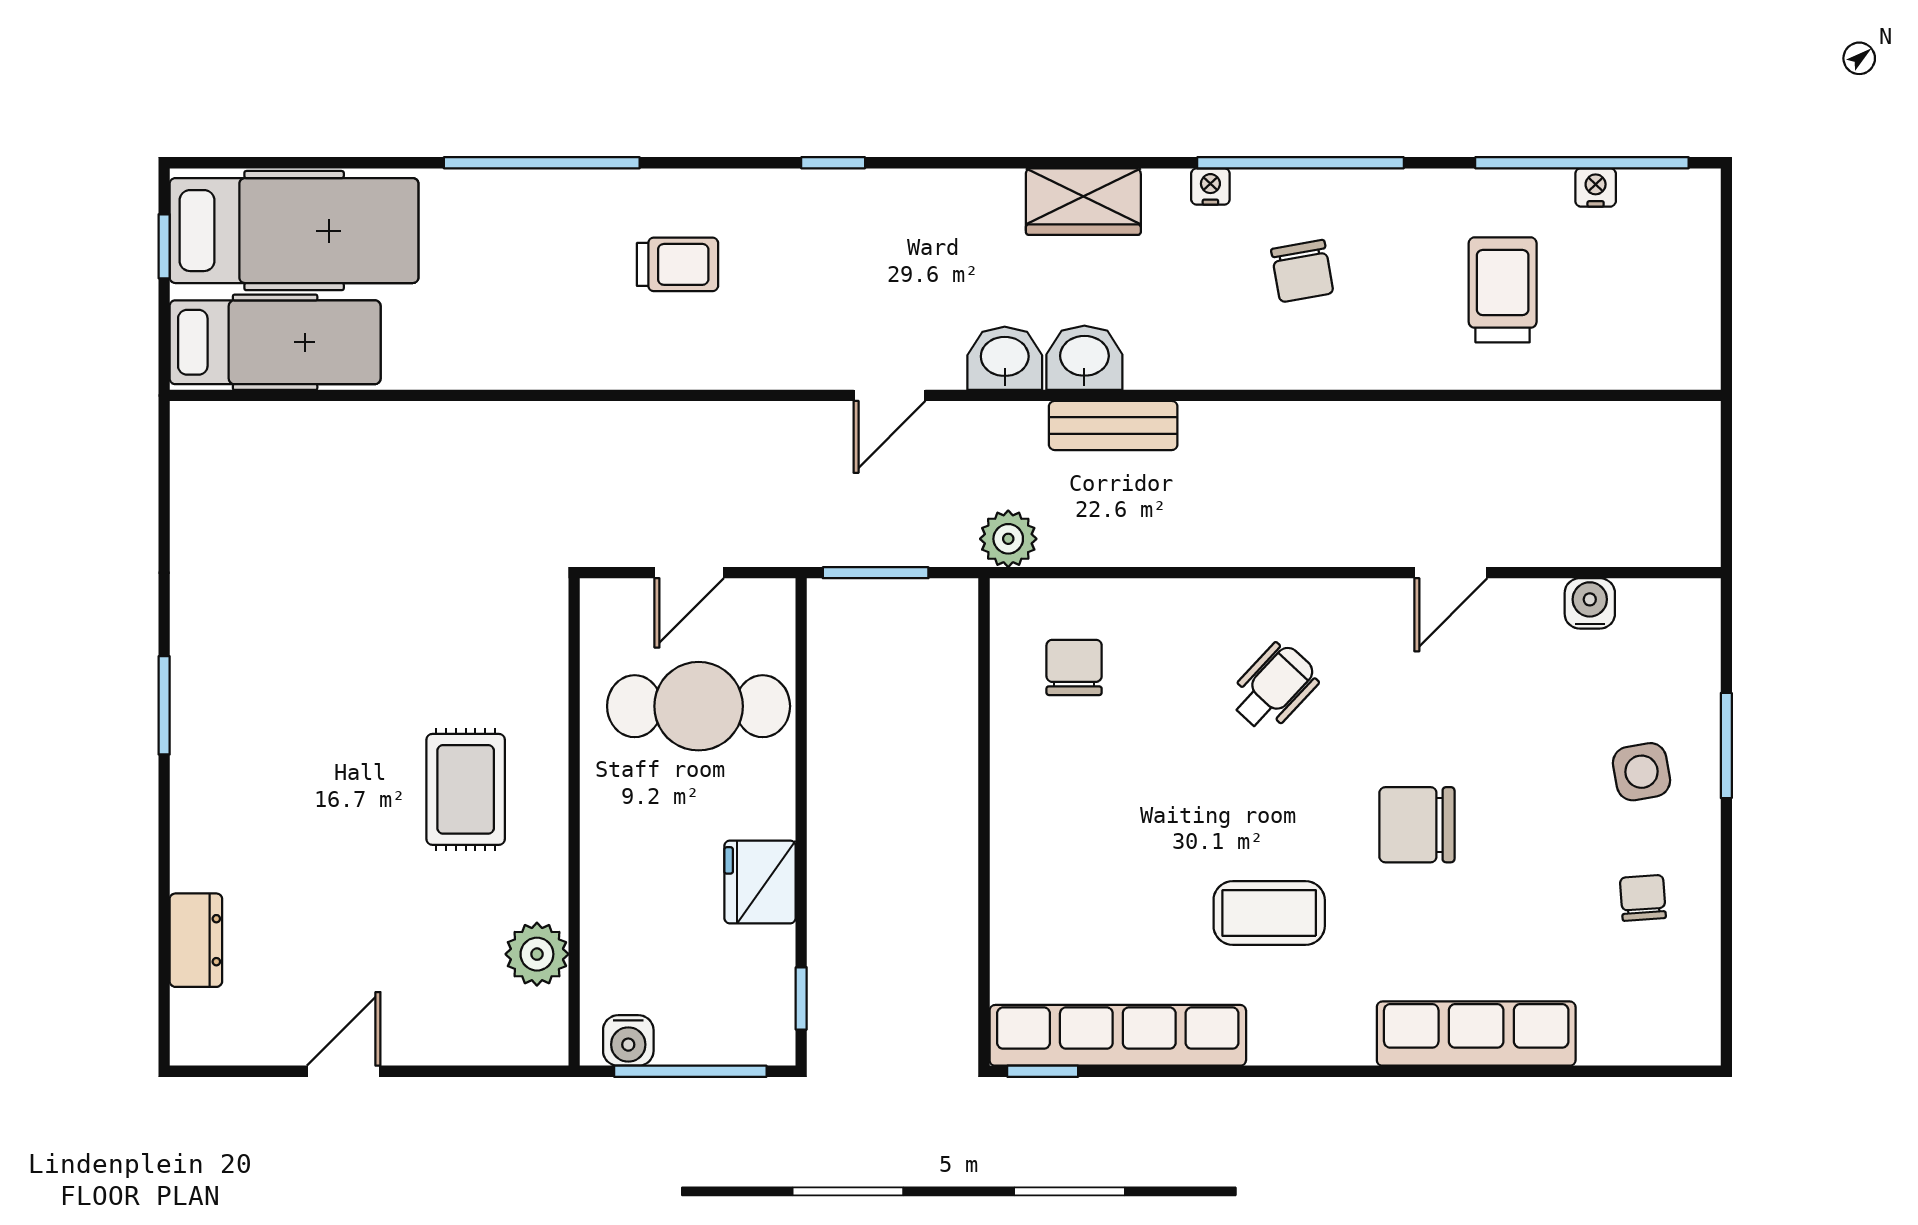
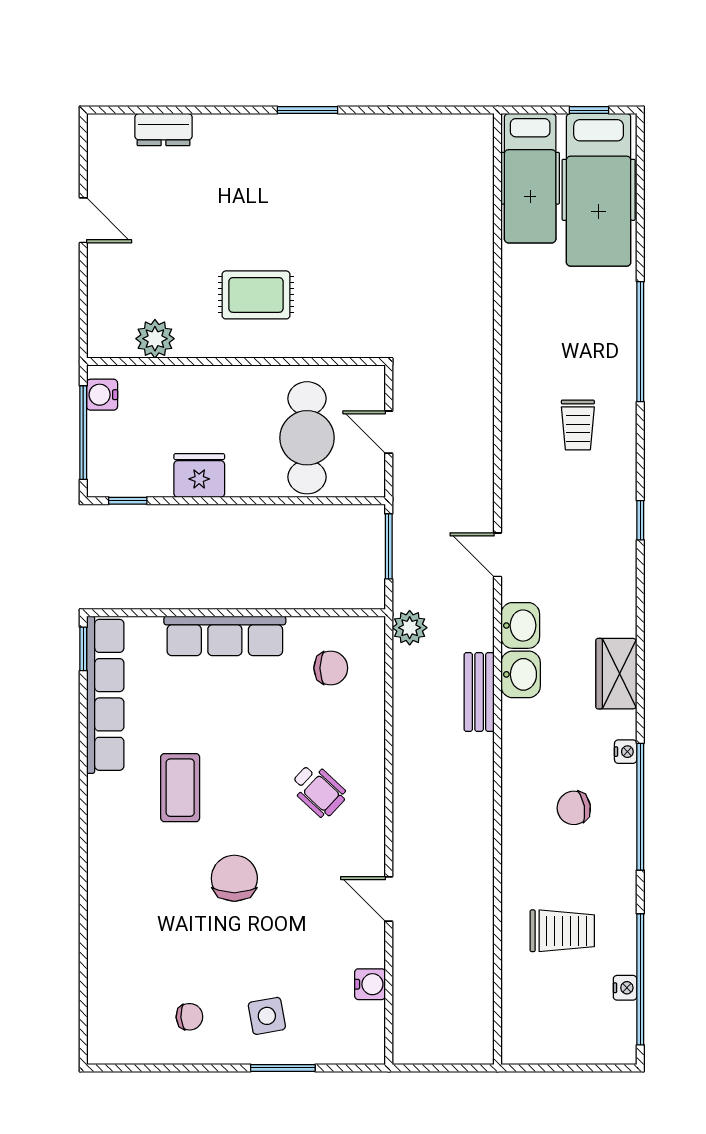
row of seats: (1476, 1034) -> (225, 636), moved, turned 90

